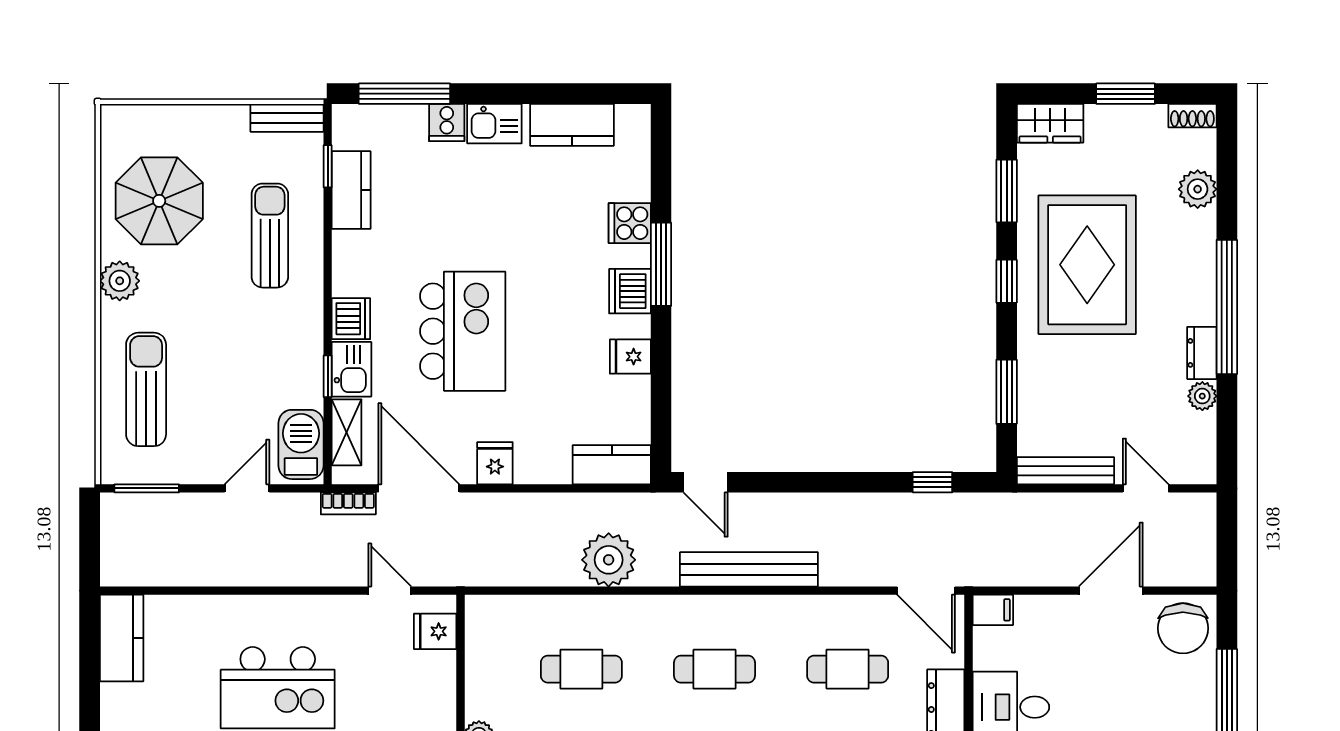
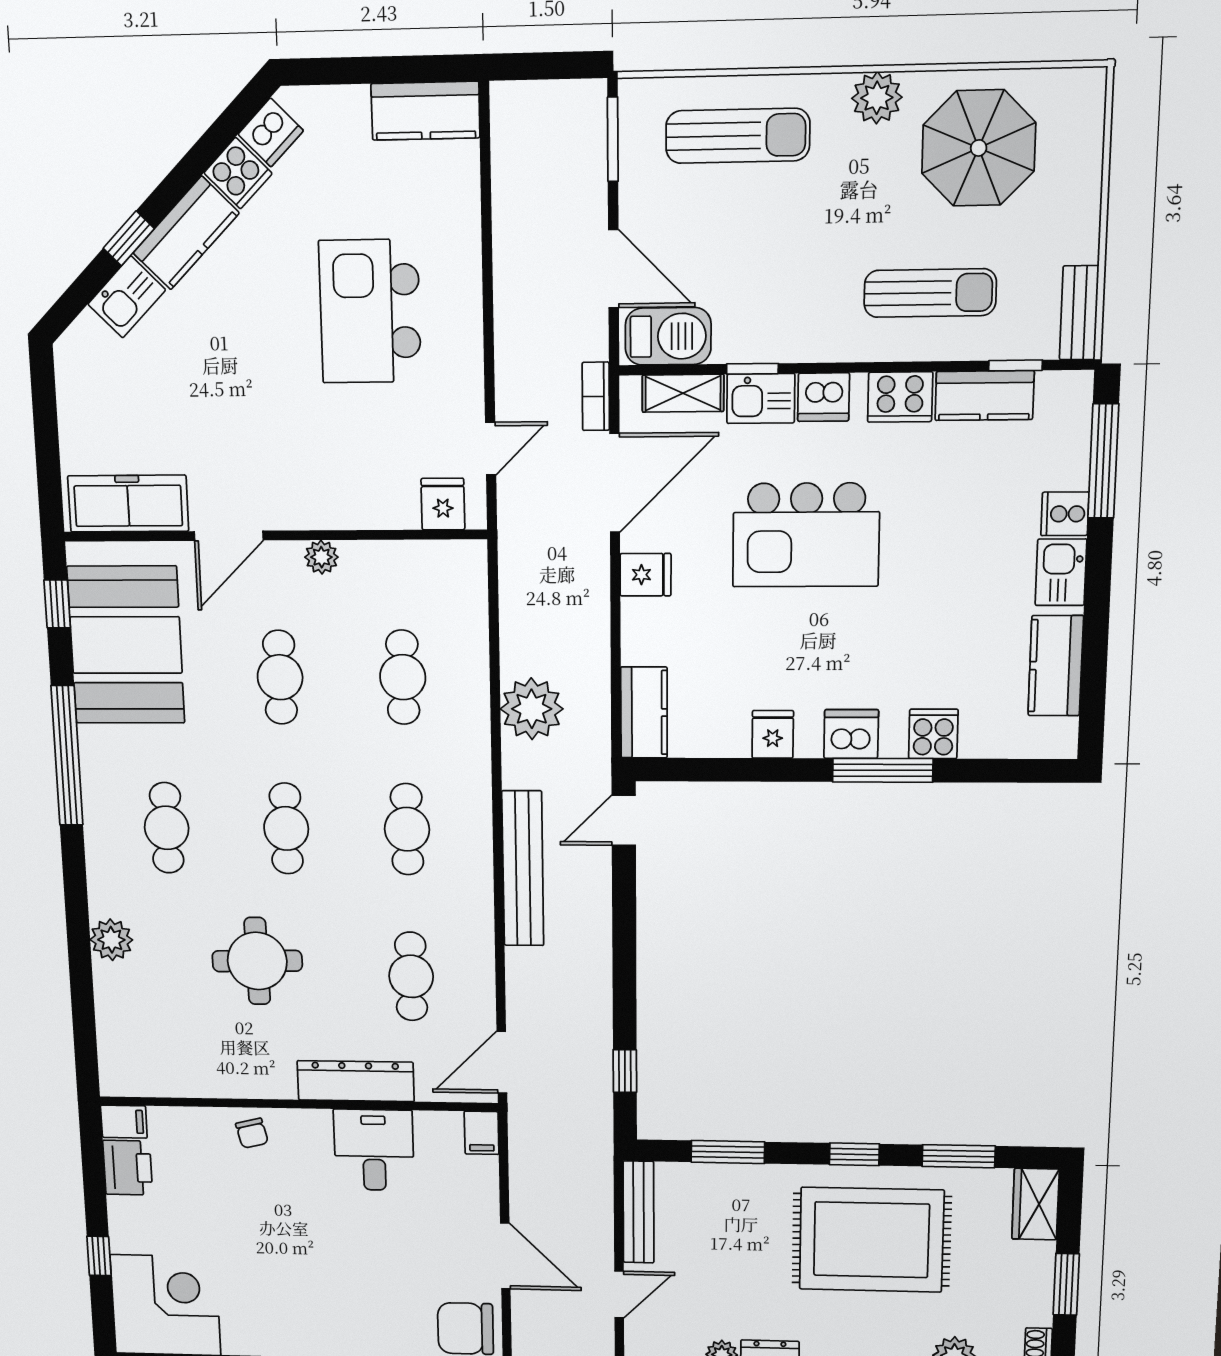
cooker: (352, 257) -> (900, 397), added
door: (247, 488) -> (614, 269), width x1.38

